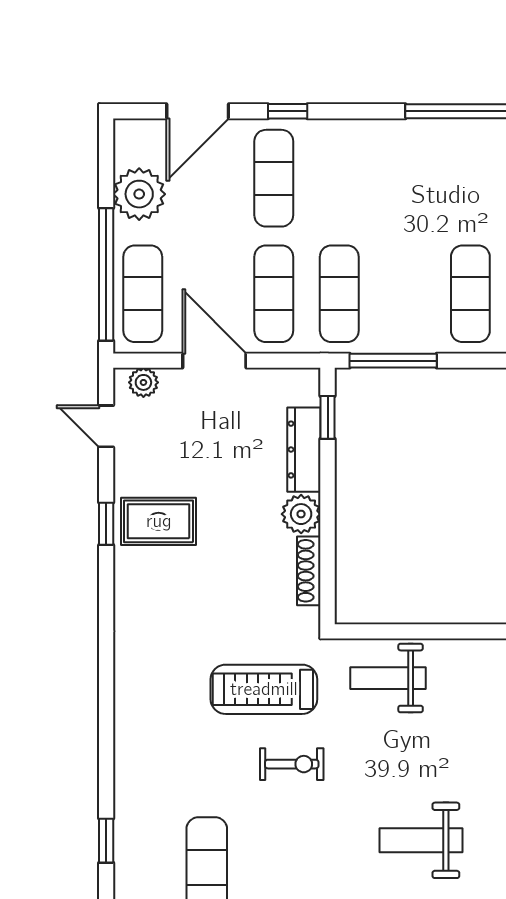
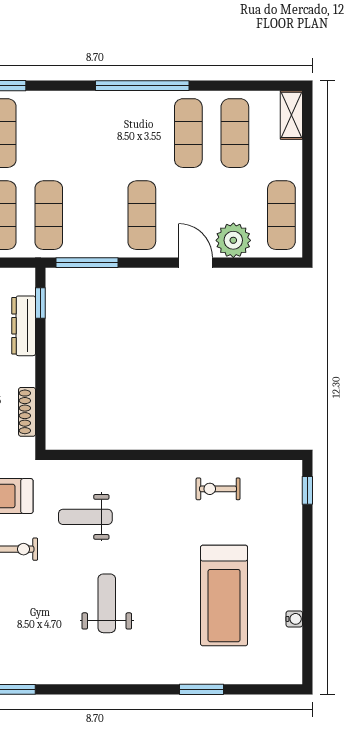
plant: (301, 514) -> (22, 372), removed
weight bench: (388, 678) -> (85, 517), moved
weight bench: (421, 840) -> (107, 603), turned 90

